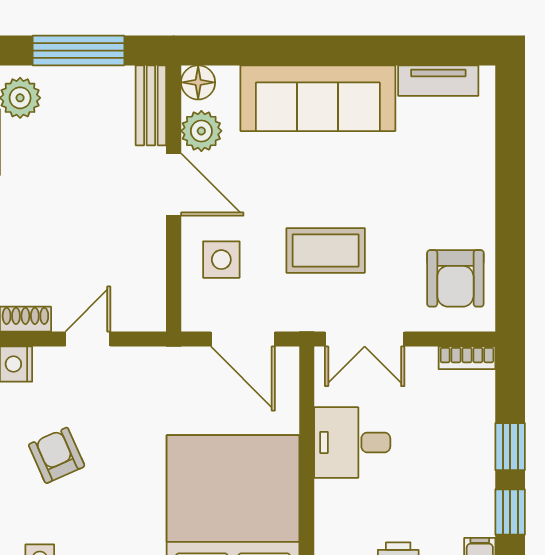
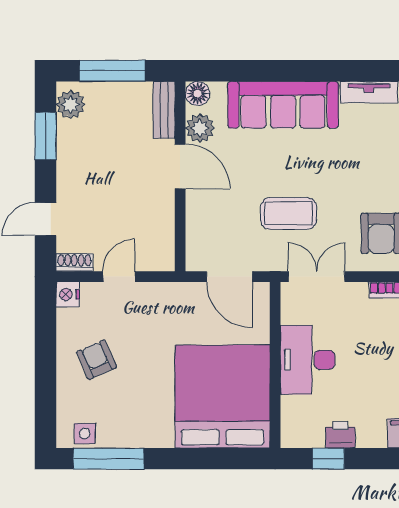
side table: (221, 260) -> (214, 220), removed
double door: (365, 339) -> (317, 277), swing flipped
desk: (352, 442) -> (308, 360), width x1.37

